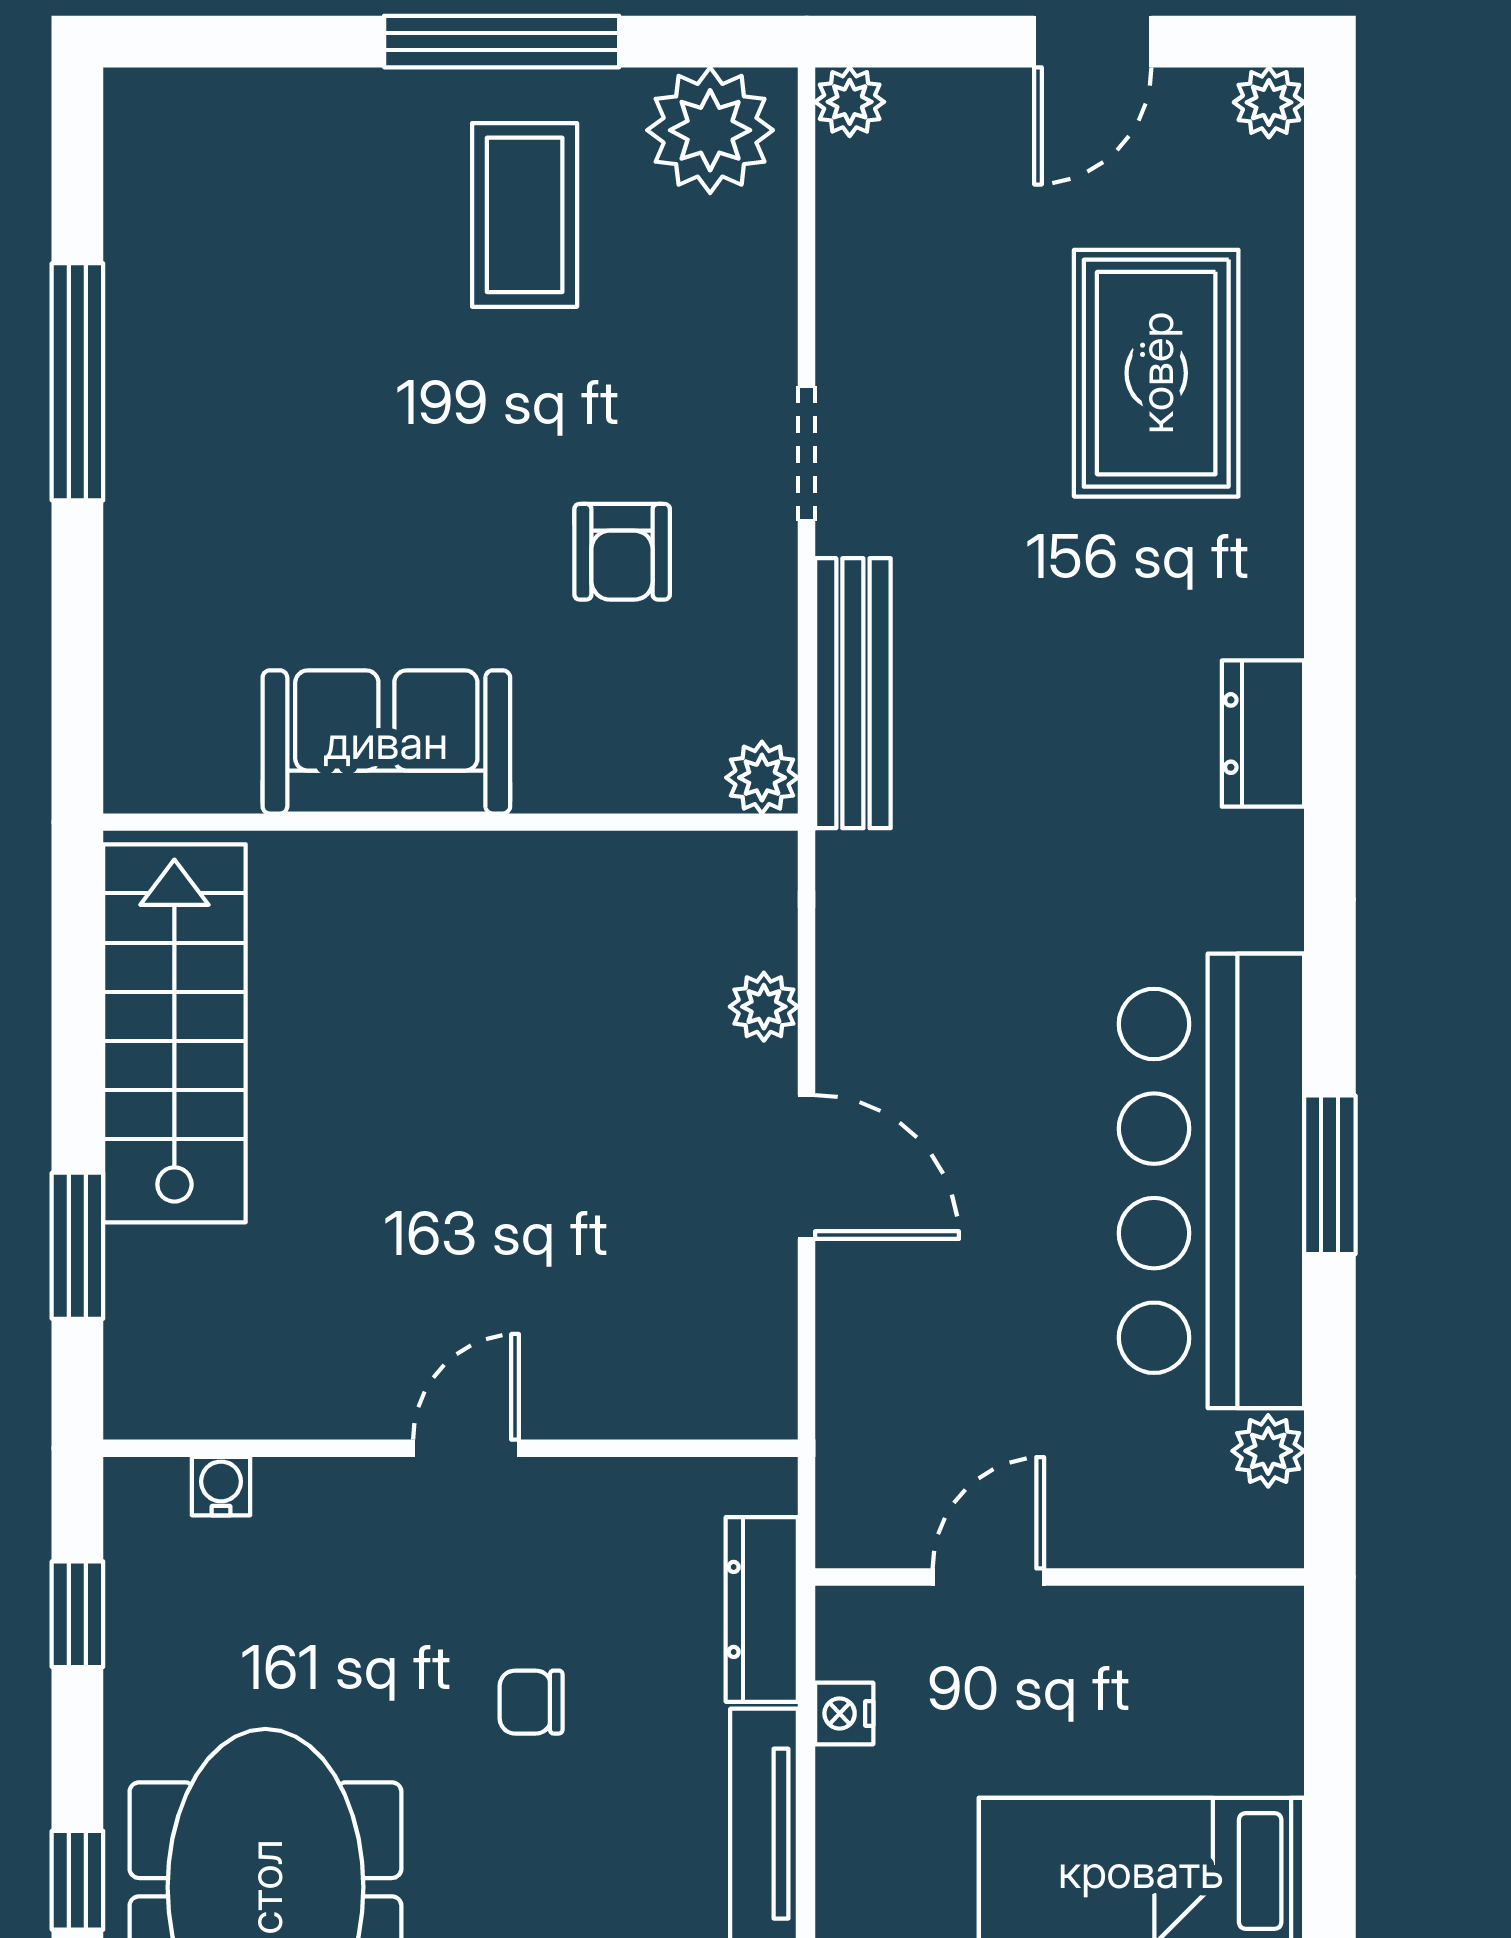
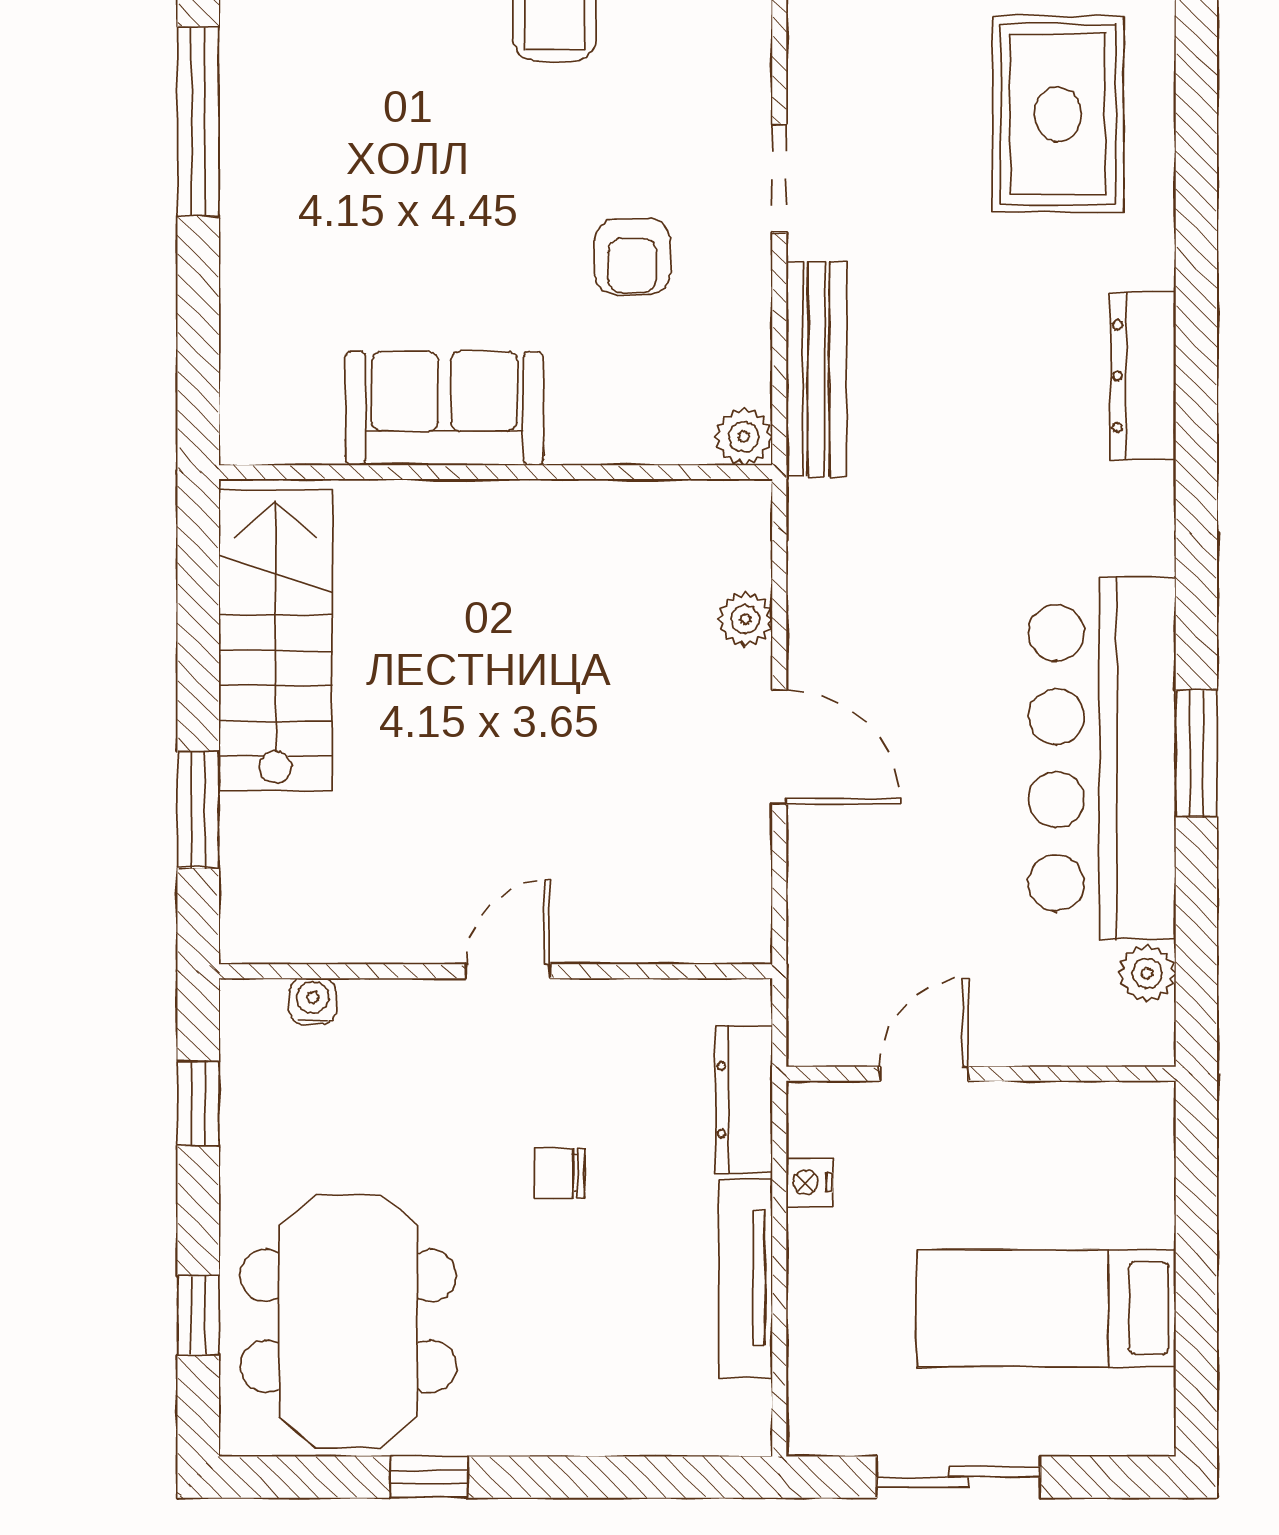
dresser: (1263, 734) -> (1143, 376), width x1.44

